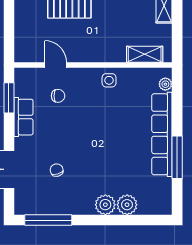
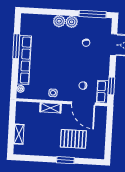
shelving: (145, 54) -> (50, 108), moved
door: (56, 65) -> (83, 103), width x1.87
row of seats: (24, 117) -> (103, 92), moved
plant: (127, 205) -> (72, 22), moved

